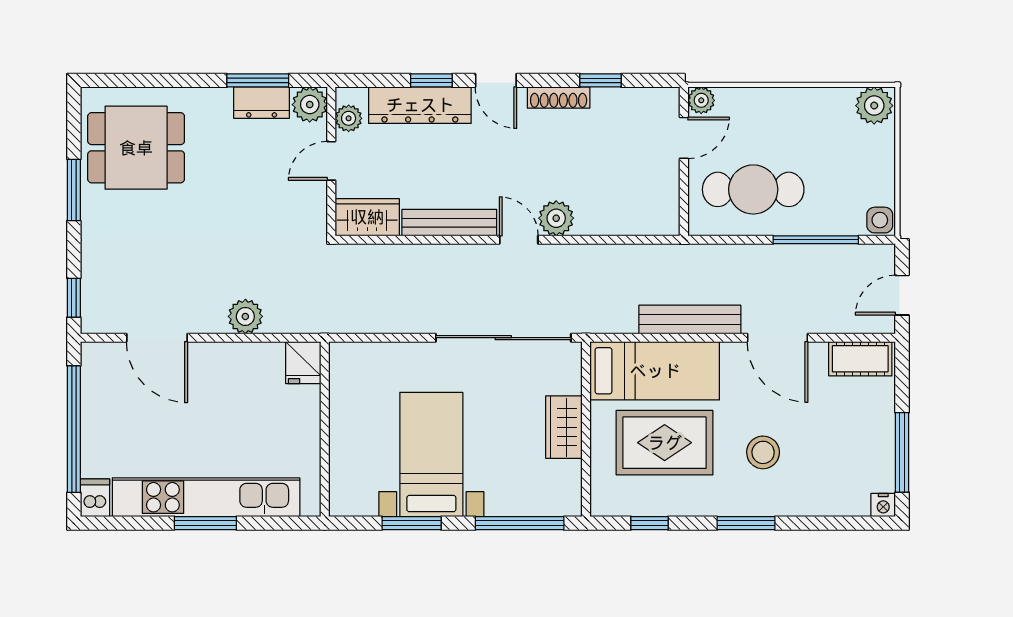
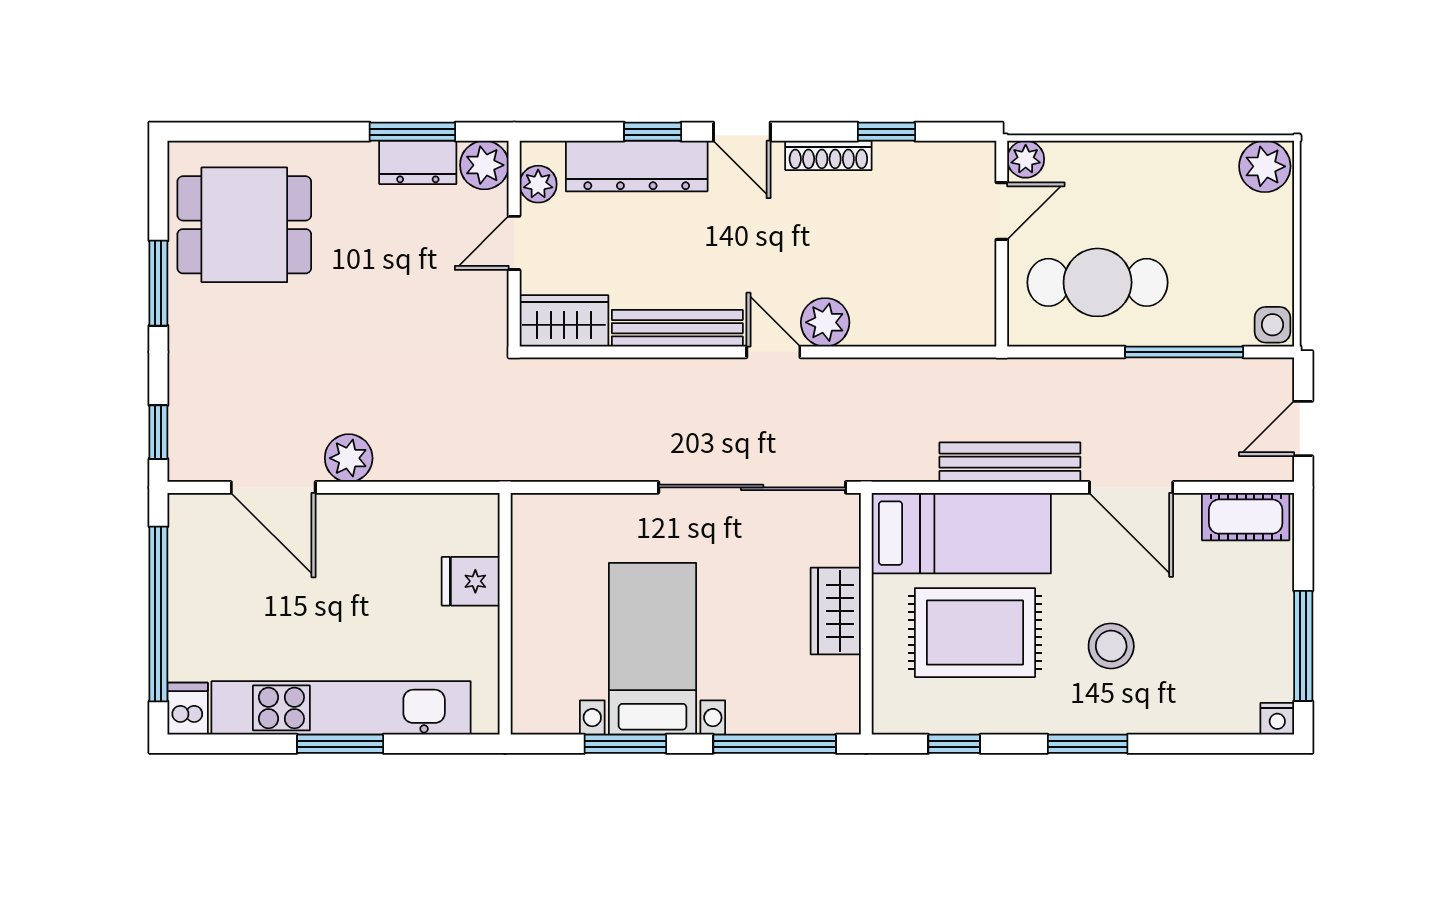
plant: (245, 316) -> (349, 458), moved
fridge: (303, 363) -> (471, 581), moved, turned 90

